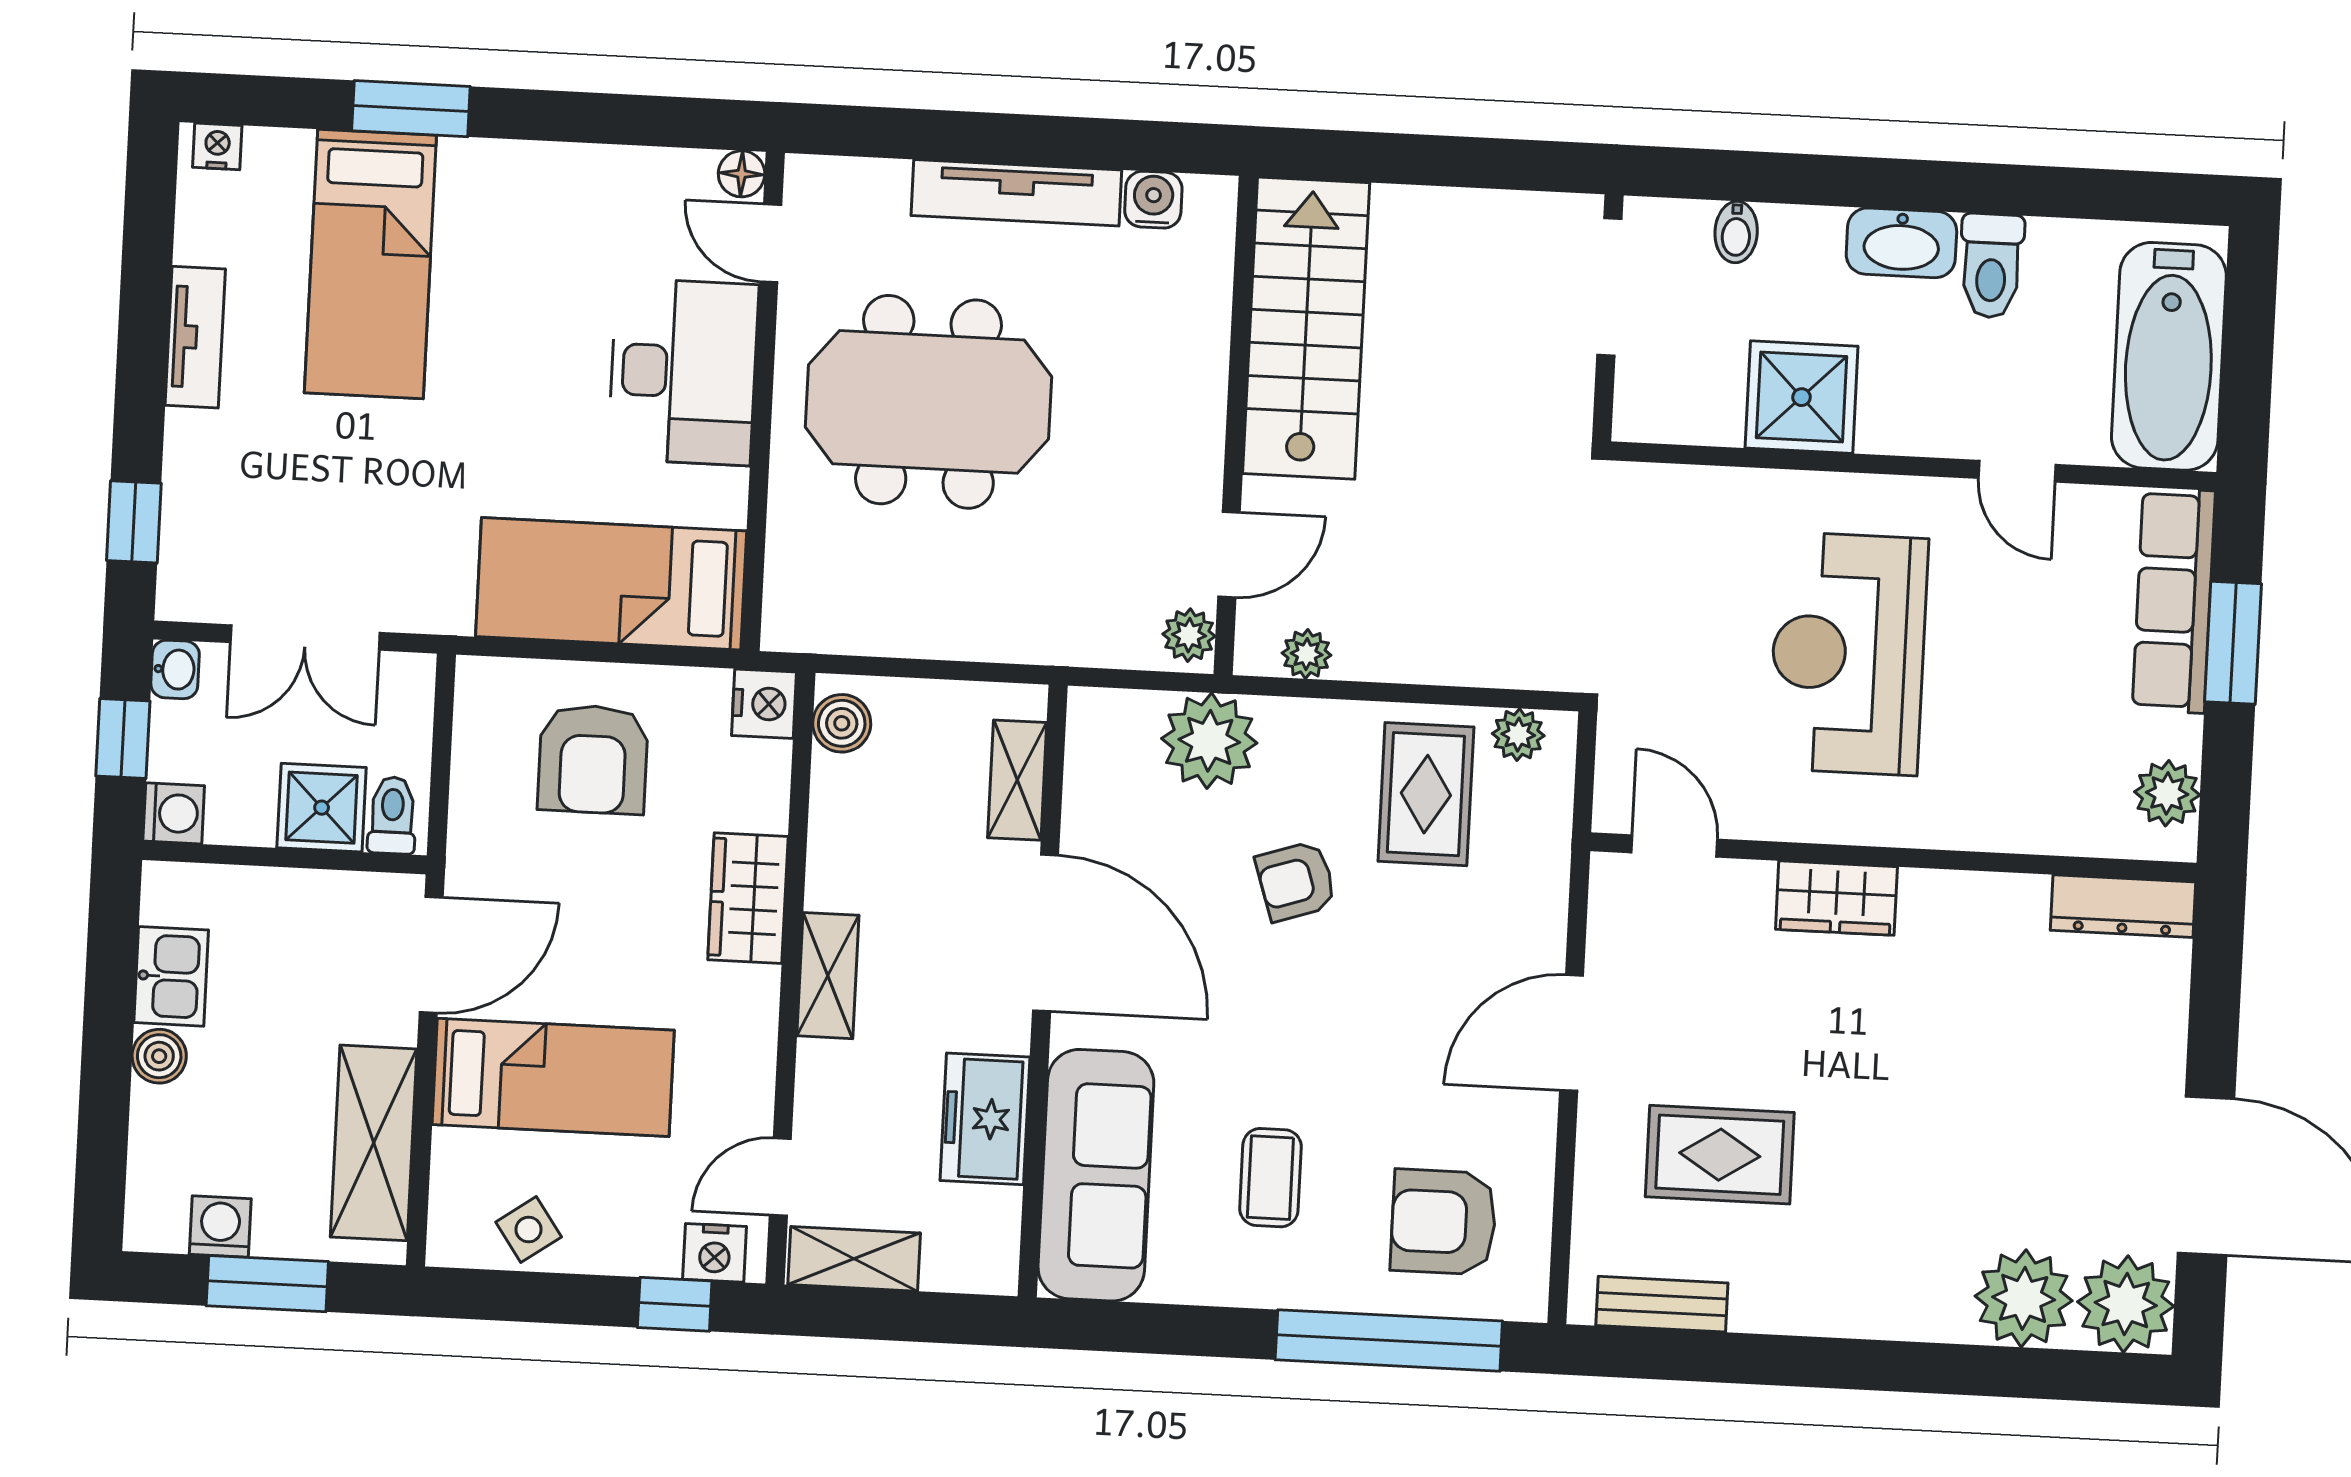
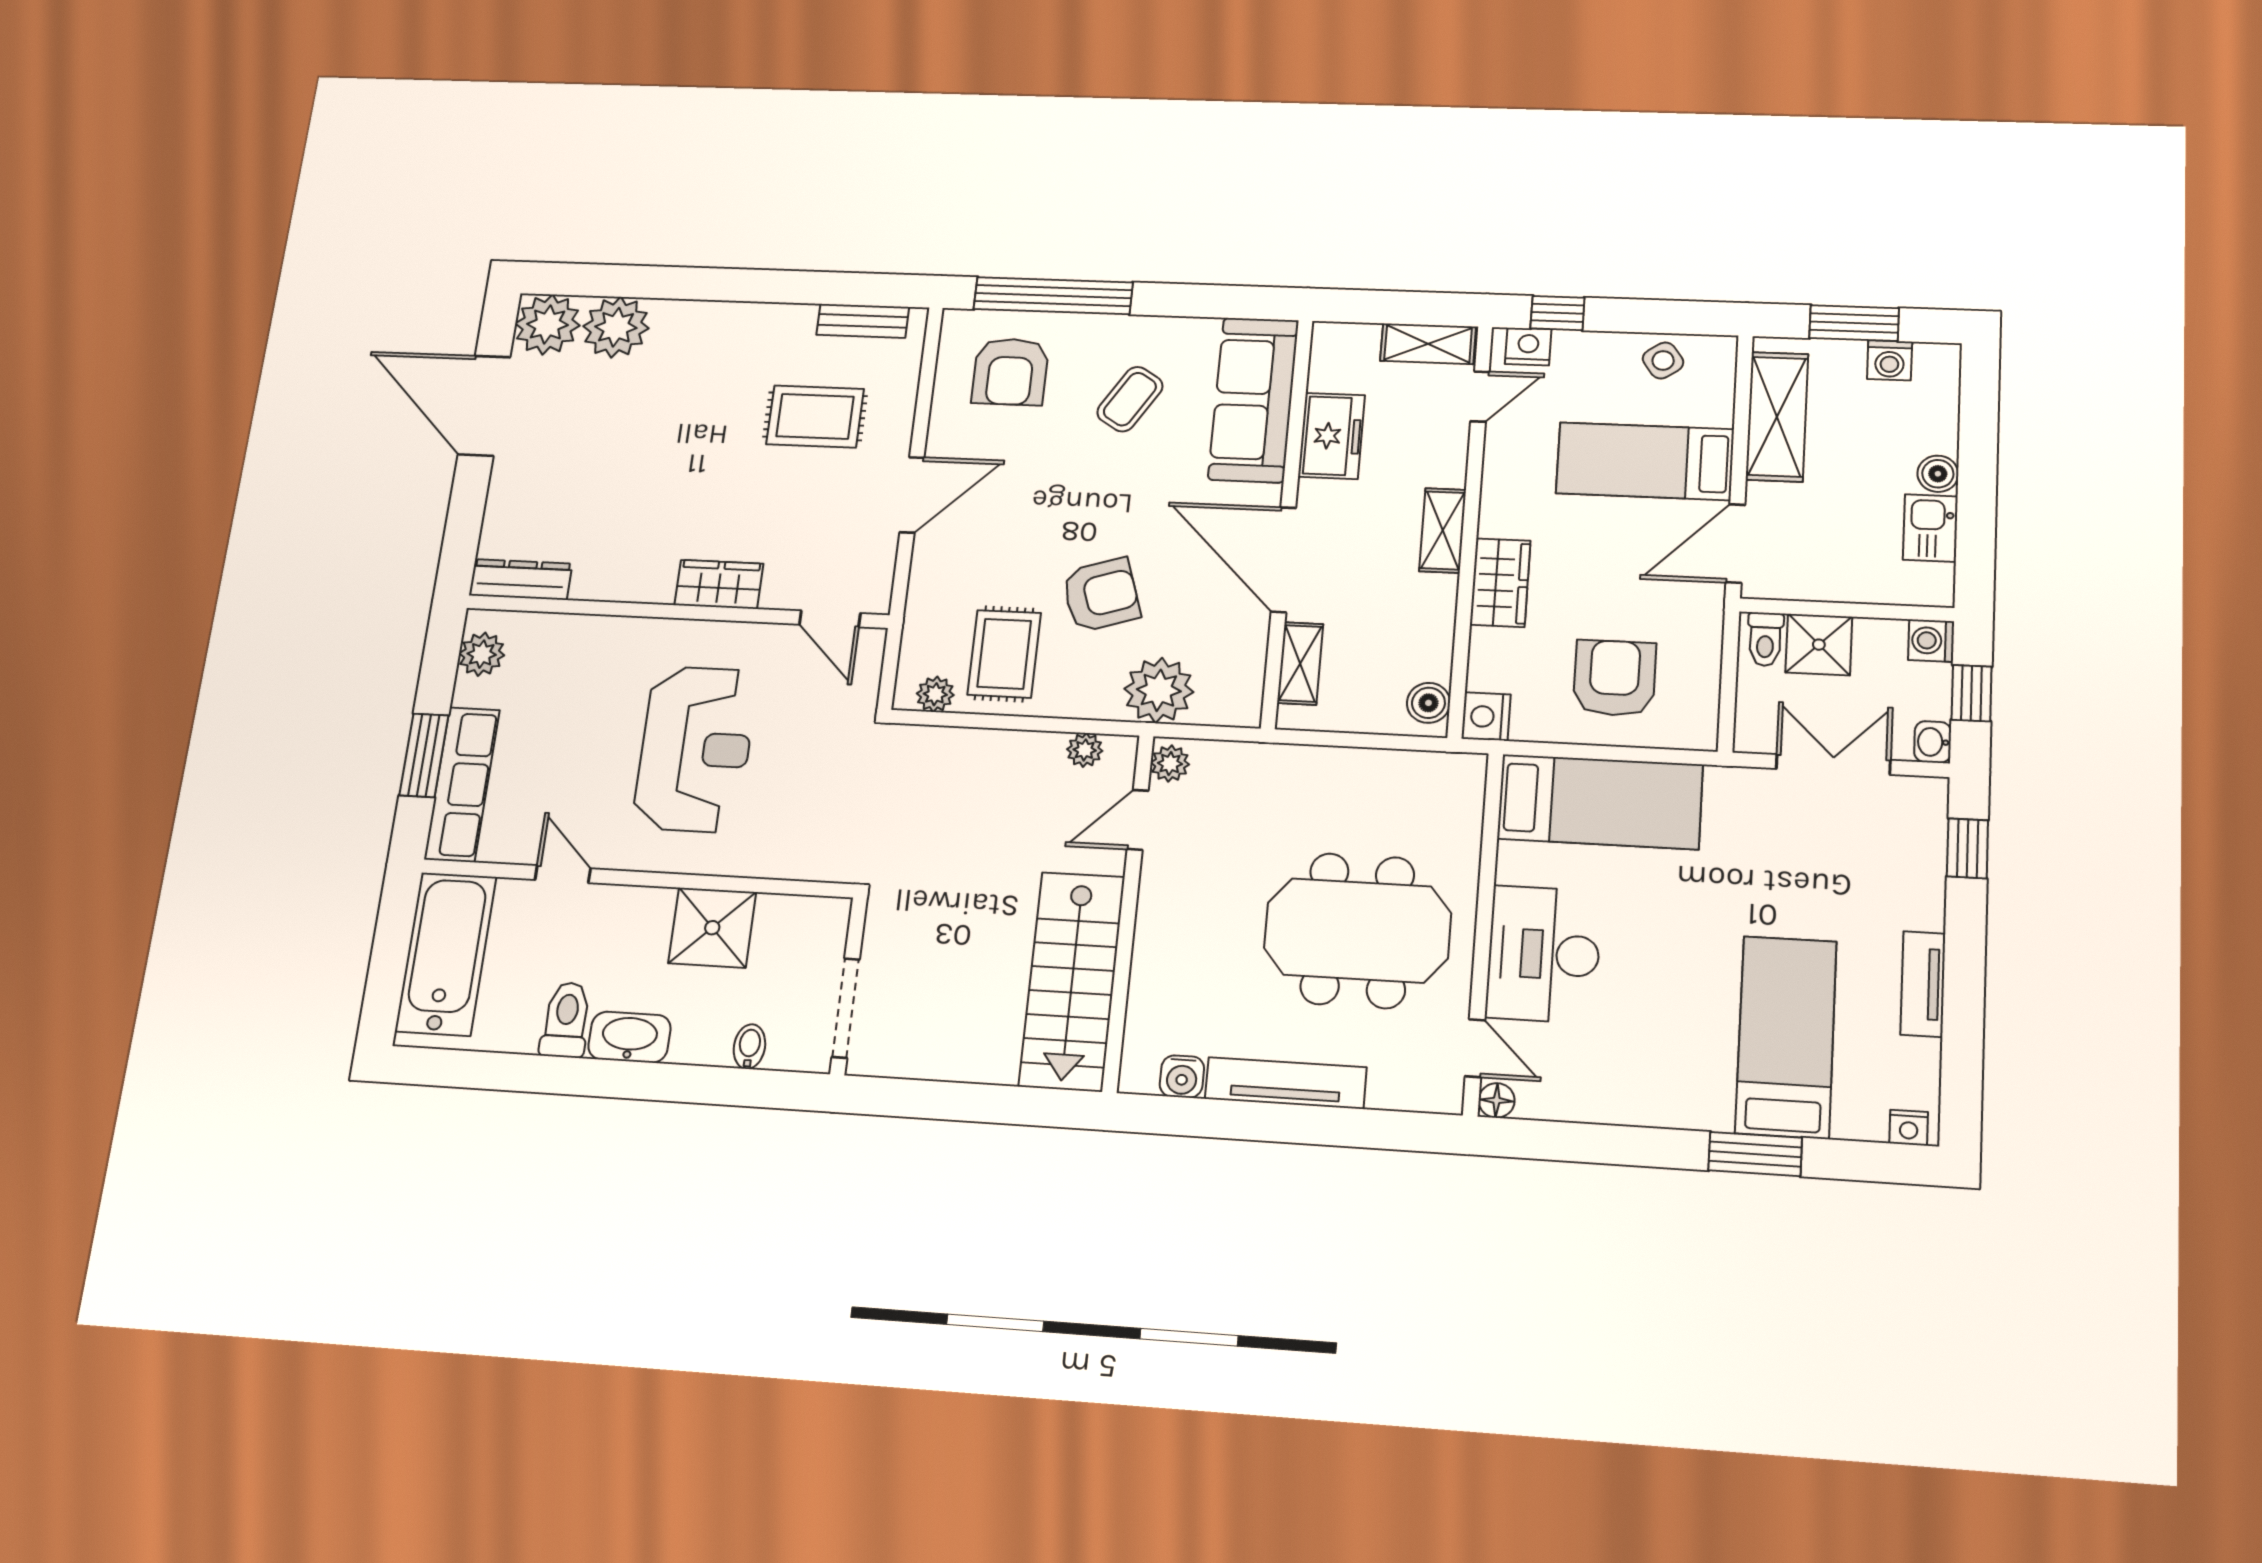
armchair: (1296, 881) -> (1101, 595), width x1.38, depth x1.38
coffee table: (1270, 1178) -> (1130, 399), turned 32
armchair: (1443, 1222) -> (1010, 372), turned 90

